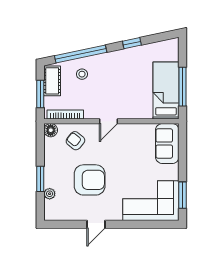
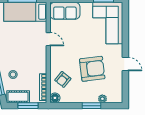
door: (109, 121) -> (48, 39), moved
armchair: (90, 180) -> (92, 69), turned 83

